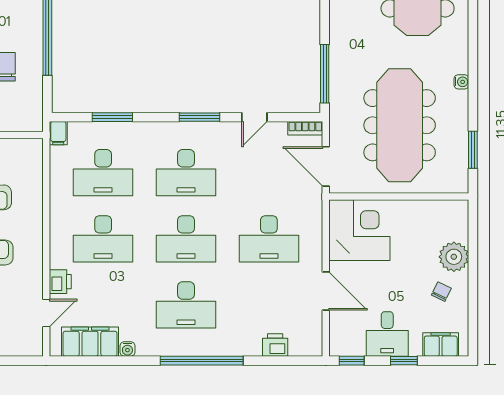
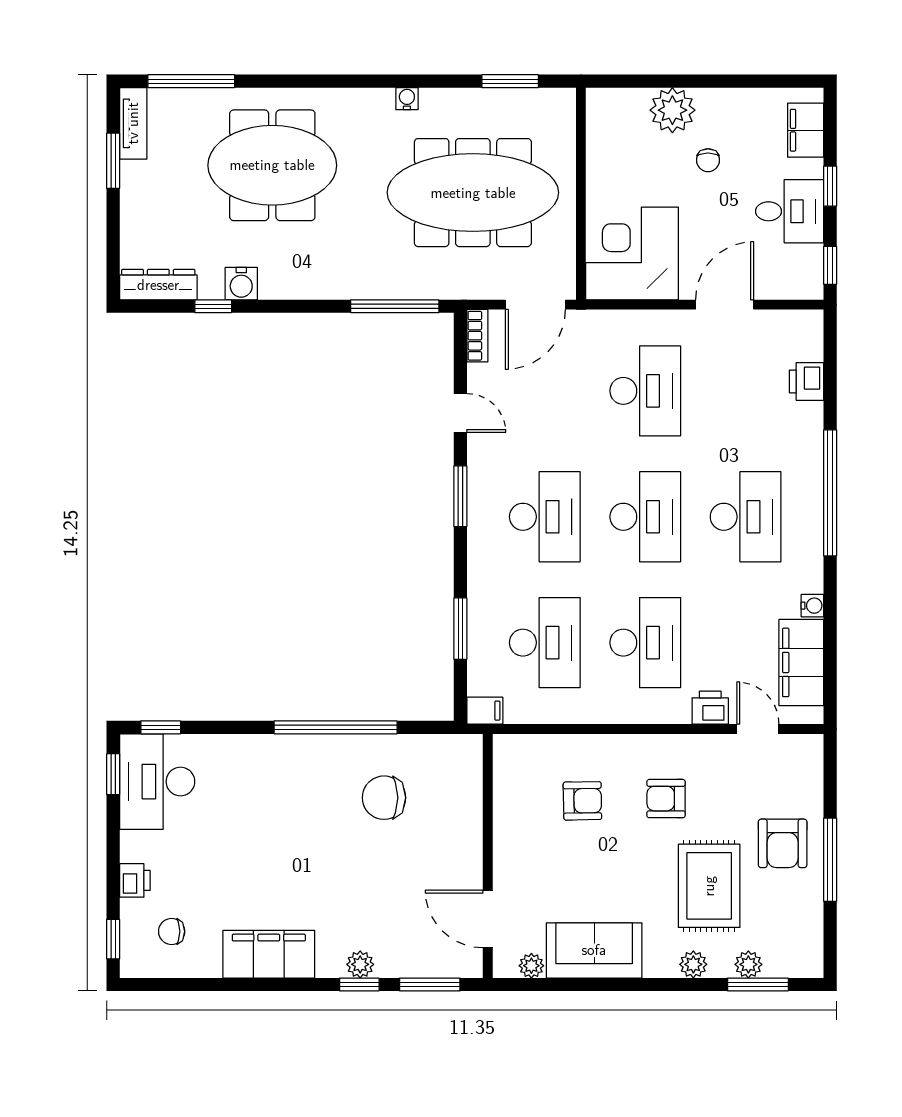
chair: (441, 292) -> (708, 160), moved, turned -116

